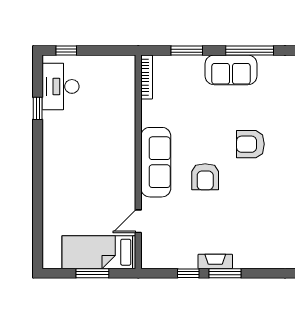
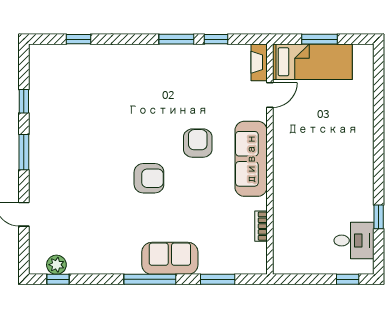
bookcase: (147, 77) -> (261, 226), moved, width x0.64
desk: (60, 86) -> (354, 241), width x0.73
fireplace: (215, 261) -> (259, 62), moved, turned 90

